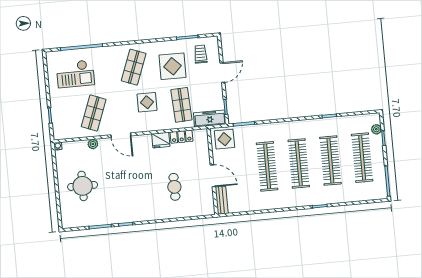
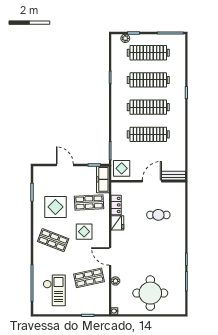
trolley: (200, 54) -> (47, 182), removed
shop shelf: (94, 113) -> (89, 278), turned -33
door: (121, 135) -> (110, 256), swing flipped
round table: (83, 186) -> (150, 293), width x1.36, depth x1.36

